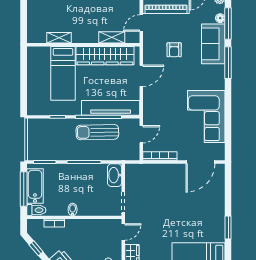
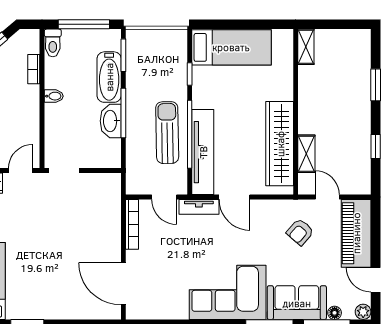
shelving: (59, 38) -> (306, 47), moved
armchair: (174, 50) -> (300, 232), moved, turned -49
bed: (63, 73) -> (231, 47), moved, turned 180
door: (141, 76) -> (234, 197), moved
tv unit: (148, 111) -> (199, 207), added
corner sofa: (206, 116) -> (228, 292), moved
washbasin: (115, 175) -> (111, 121), moved, turned -90
bathtub: (35, 186) -> (109, 77), moved, turned 90
door: (123, 232) -> (21, 171), swing flipped

